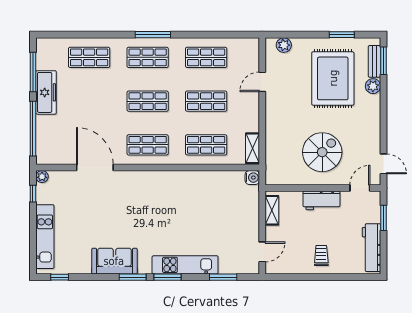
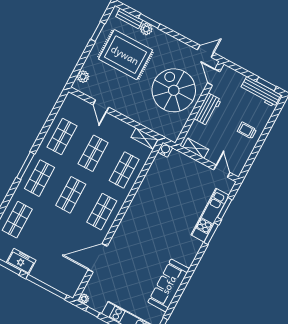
window: (383, 61) -> (149, 21), moved
freezer: (46, 92) -> (21, 261), width x0.71
spiral stairs: (322, 152) -> (174, 90), width x1.37, depth x1.37
window: (383, 218) -> (266, 84), moved
sofa: (114, 261) -> (169, 285), width x1.36
kitchen unit: (185, 265) -> (210, 215), moved
window: (133, 277) -> (190, 273), removed
window: (168, 277) -> (211, 234), moved

